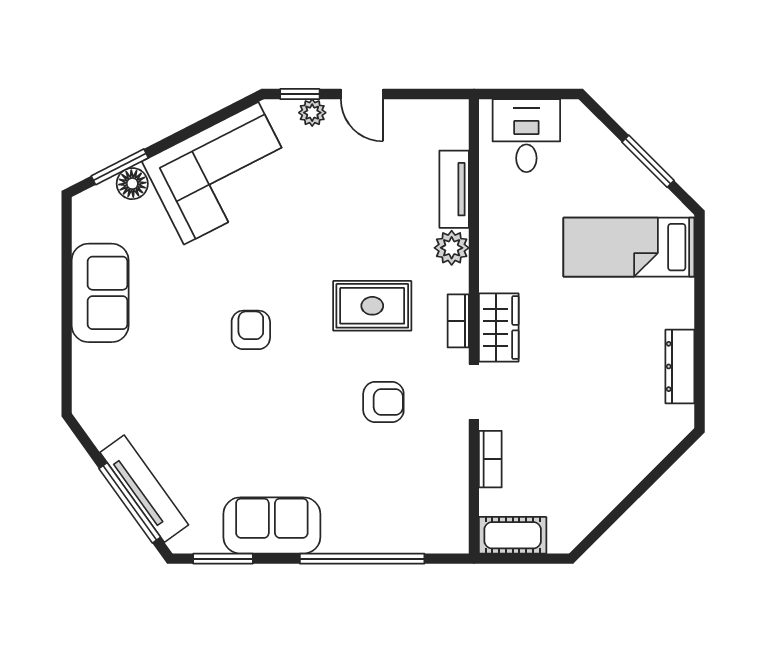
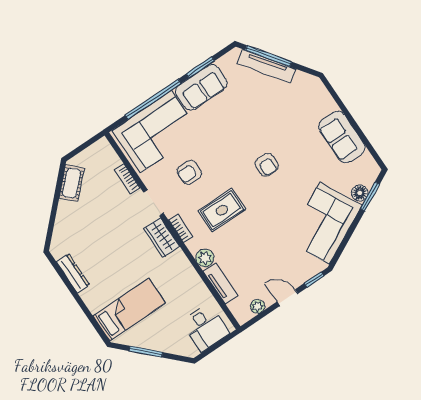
plant: (312, 113) -> (258, 306), moved
corner sofa: (393, 504) -> (156, 131), added
cot: (513, 535) -> (72, 183), moved, turned -45
window: (223, 559) -> (200, 67), moved

